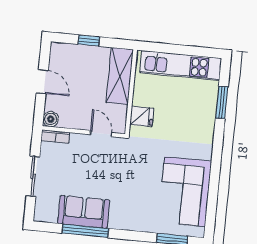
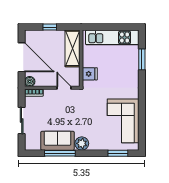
door: (42, 82) -> (22, 57), width x1.88
plant: (120, 220) -> (82, 143), added

